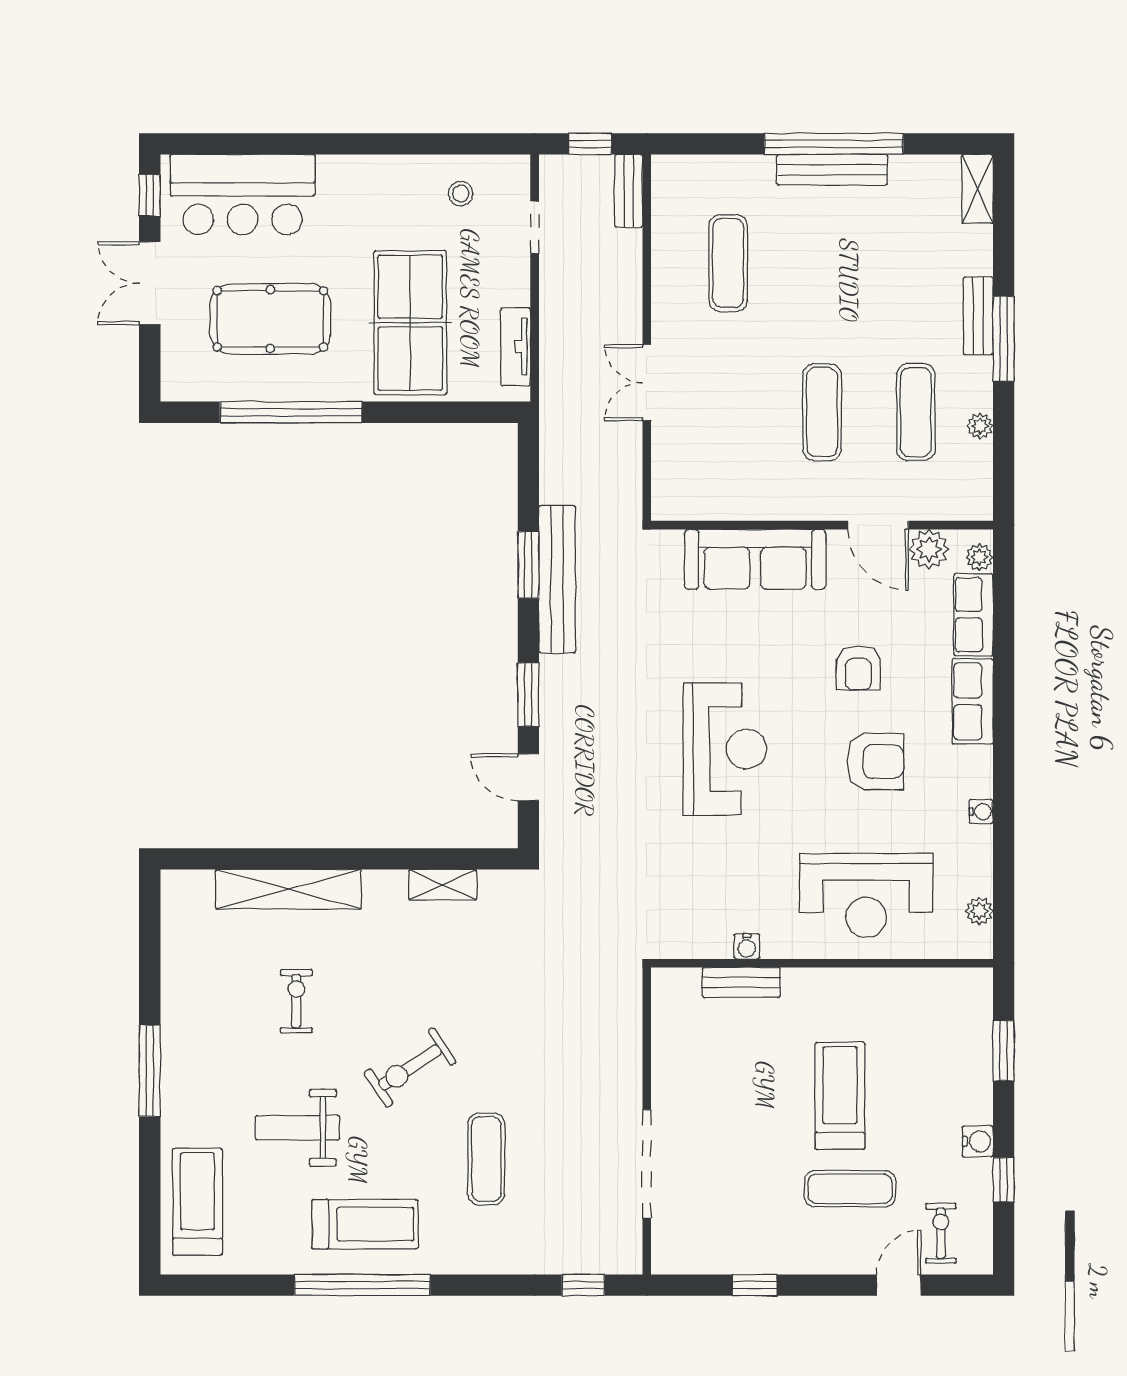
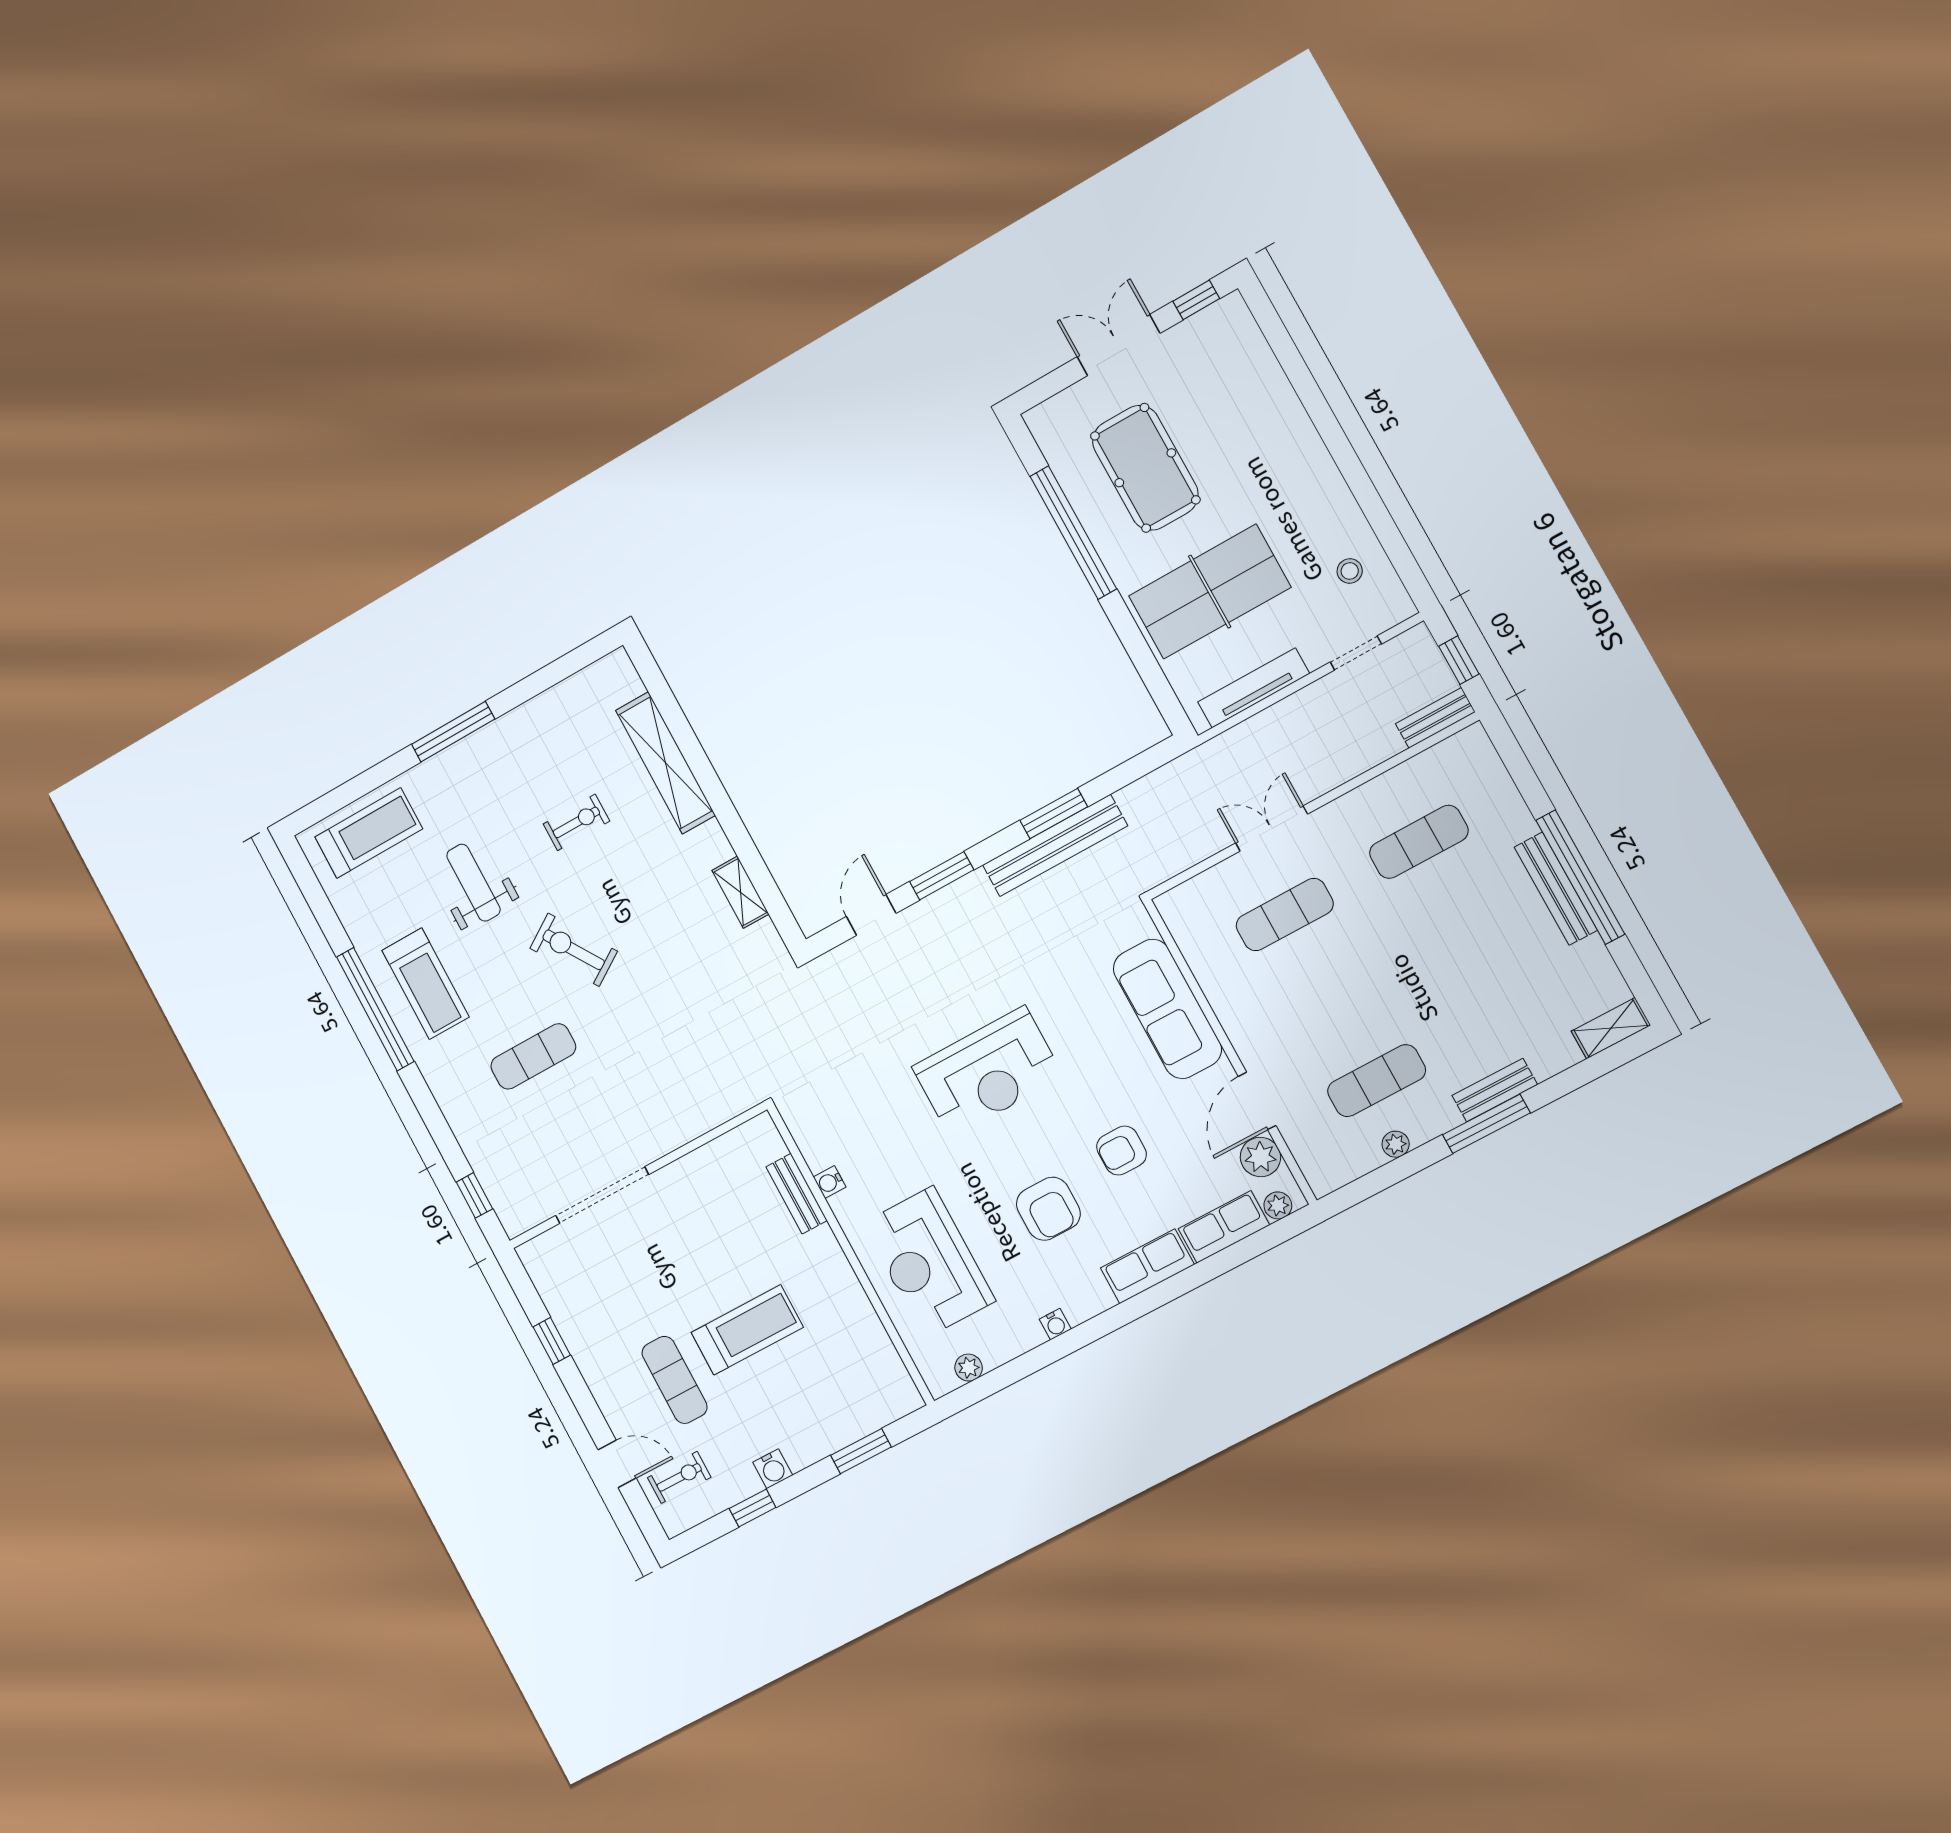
bar counter: (243, 194) -> (1242, 380), removed
tv unit: (516, 347) -> (1254, 688), width x1.41
exercise mat: (822, 412) -> (1285, 915), moved

